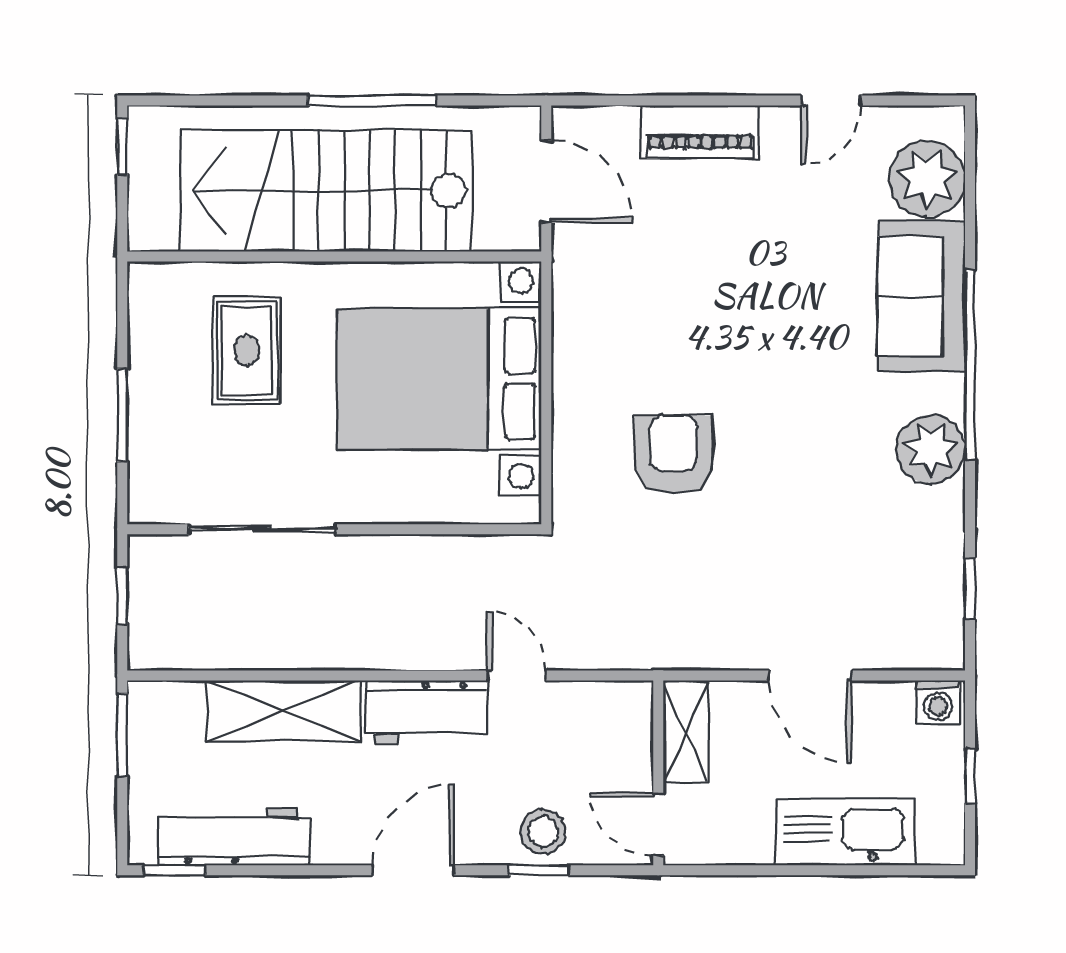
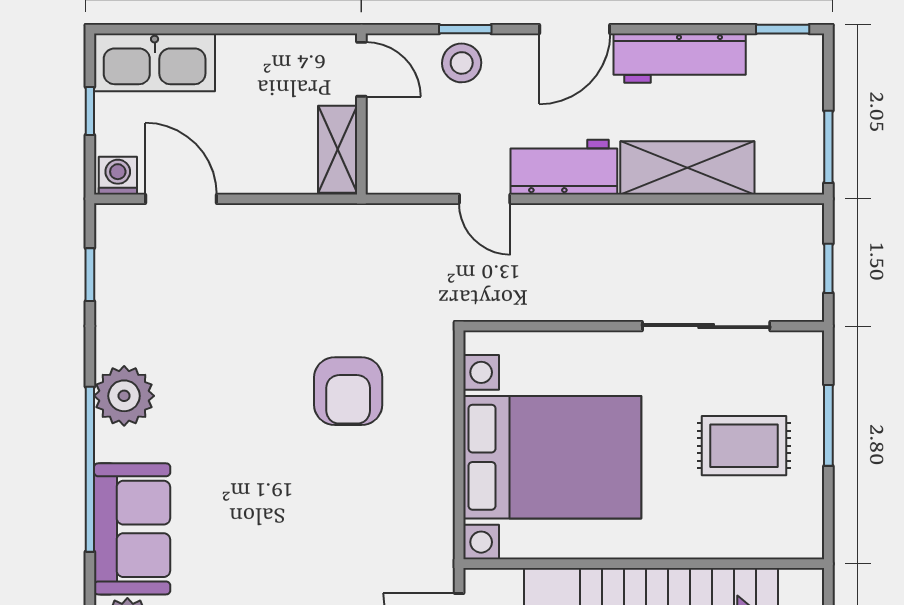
rug: (247, 351) -> (744, 446), moved, turned 90
door: (810, 675) -> (181, 199), moved
kitchen sink: (845, 832) -> (155, 62), moved
workbench: (234, 837) -> (680, 58), moved

